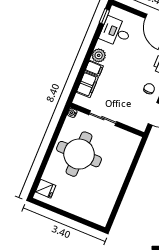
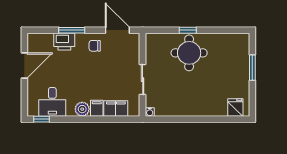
round table: (79, 154) -> (189, 53), moved, width x0.73, depth x0.73
window: (130, 175) -> (188, 30), added
window: (74, 218) -> (252, 68), added

